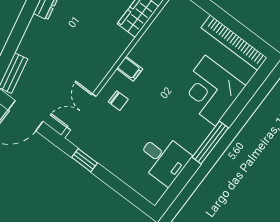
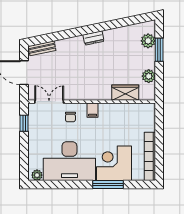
window: (210, 142) -> (108, 184), moved
desk: (163, 159) -> (69, 161), width x1.87, depth x1.30
plant: (157, 191) -> (37, 175), added

